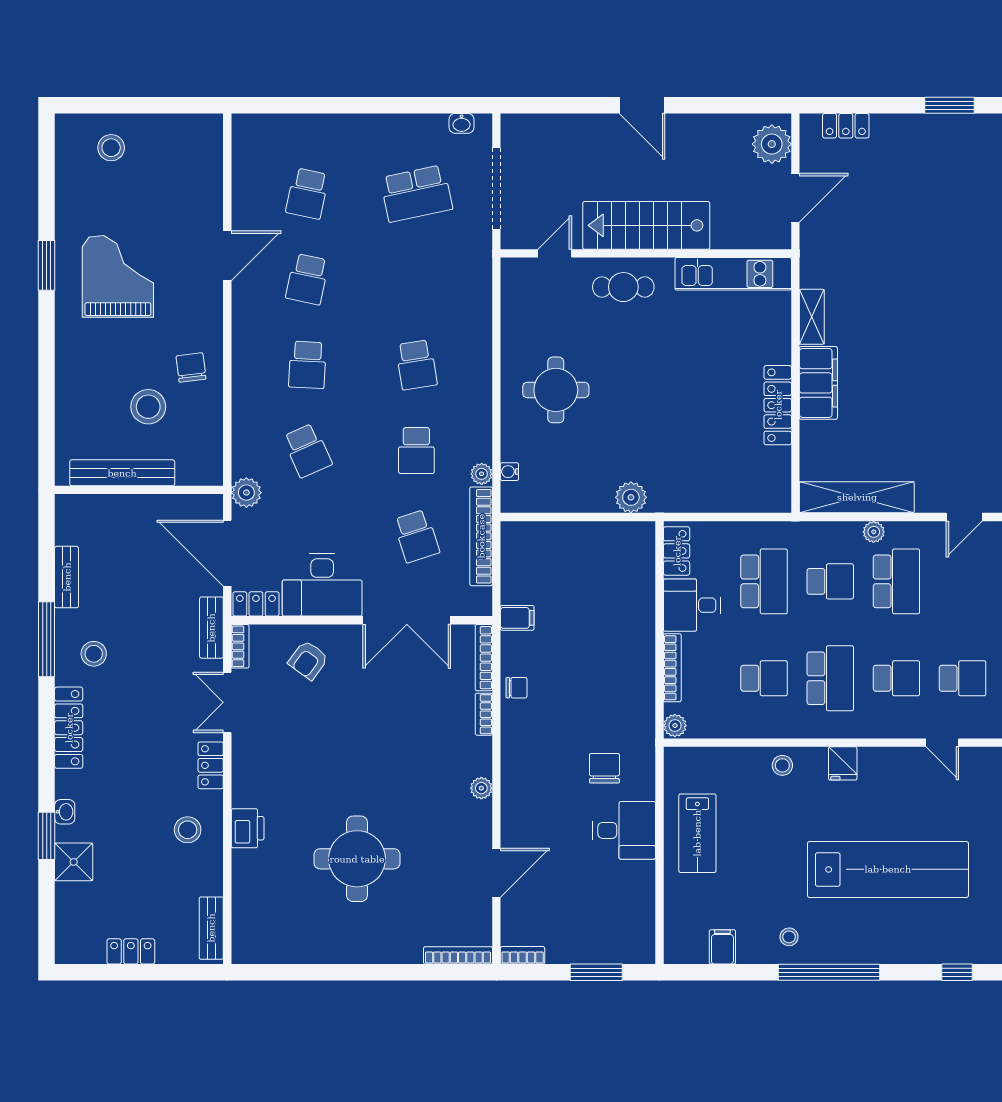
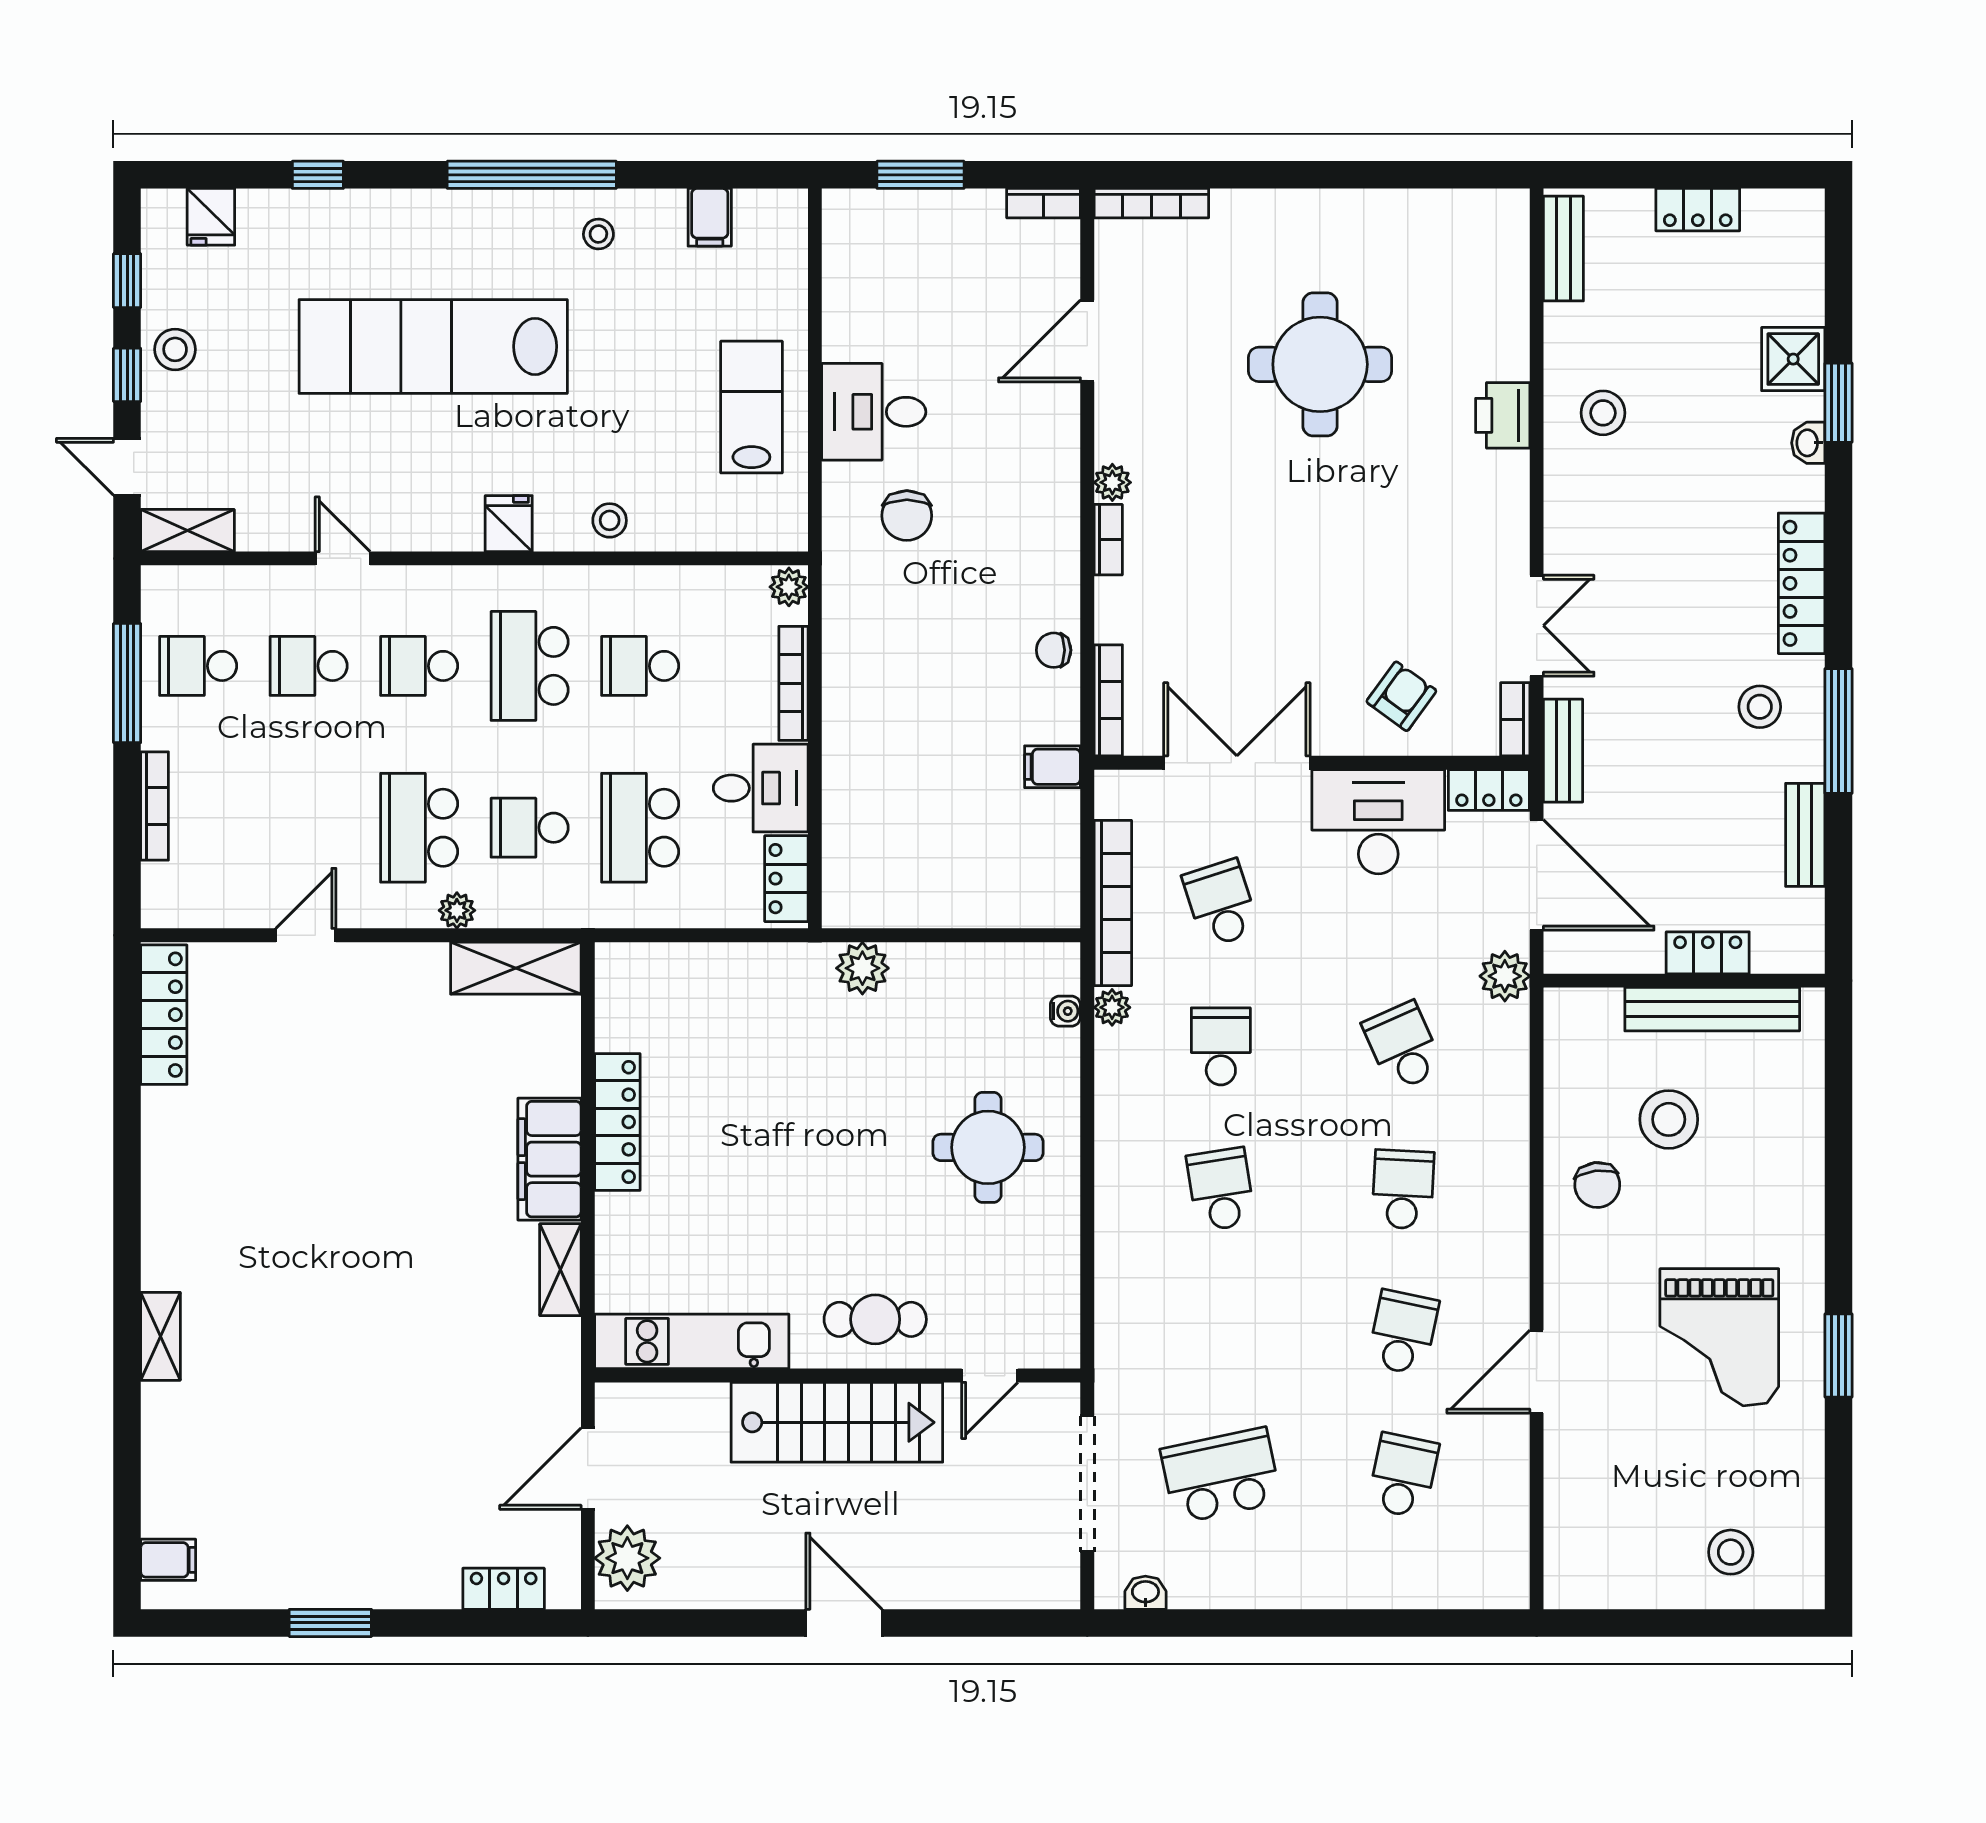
shelving: (857, 497) -> (516, 968), width x0.68
bookcase: (484, 714) -> (1108, 540), moved
locker: (211, 765) -> (1708, 953), moved, turned -90

